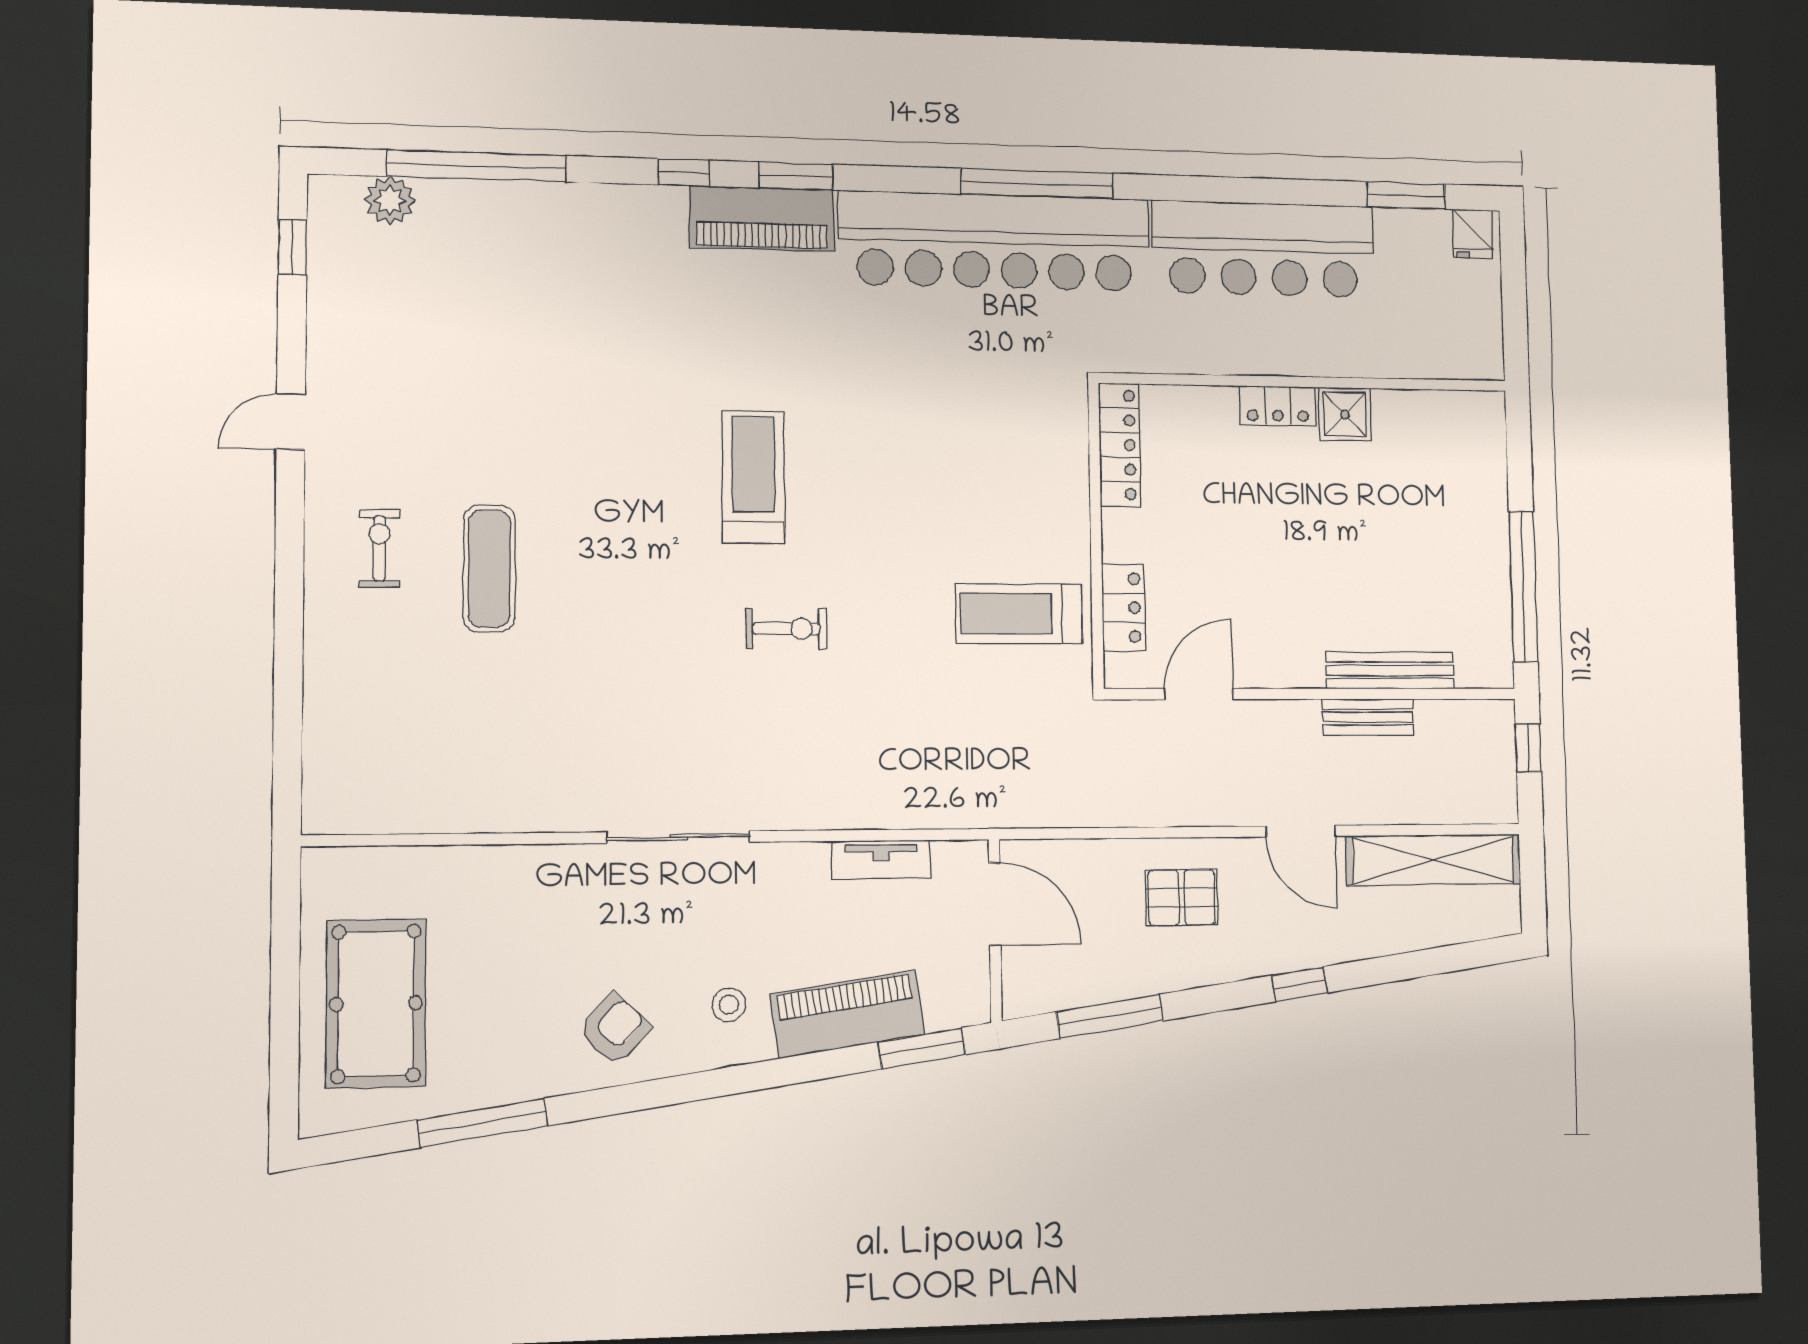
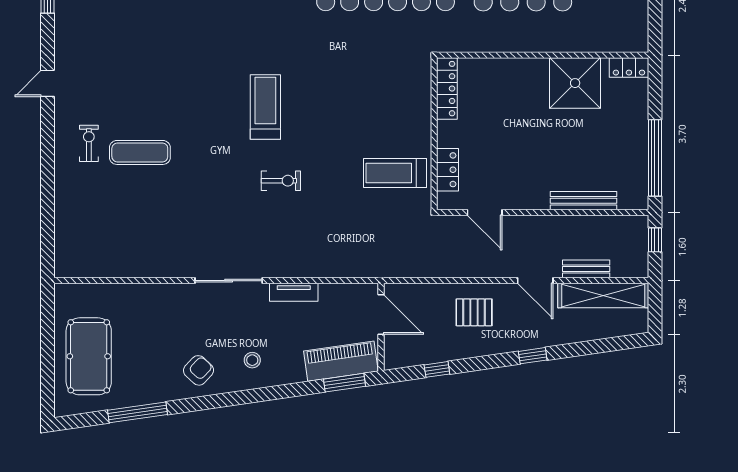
locker: (1278, 406) -> (629, 68), moved
shower: (1345, 414) -> (575, 83), width x1.86, depth x1.86
exercise mat: (489, 568) -> (140, 152), turned 90
door: (1199, 694) -> (485, 213), swing flipped
bench: (1368, 717) -> (586, 269), moved
tv unit: (881, 860) -> (294, 292), moved
piano: (847, 1014) -> (341, 361), moved
window: (1110, 1016) -> (437, 369), width x0.46

